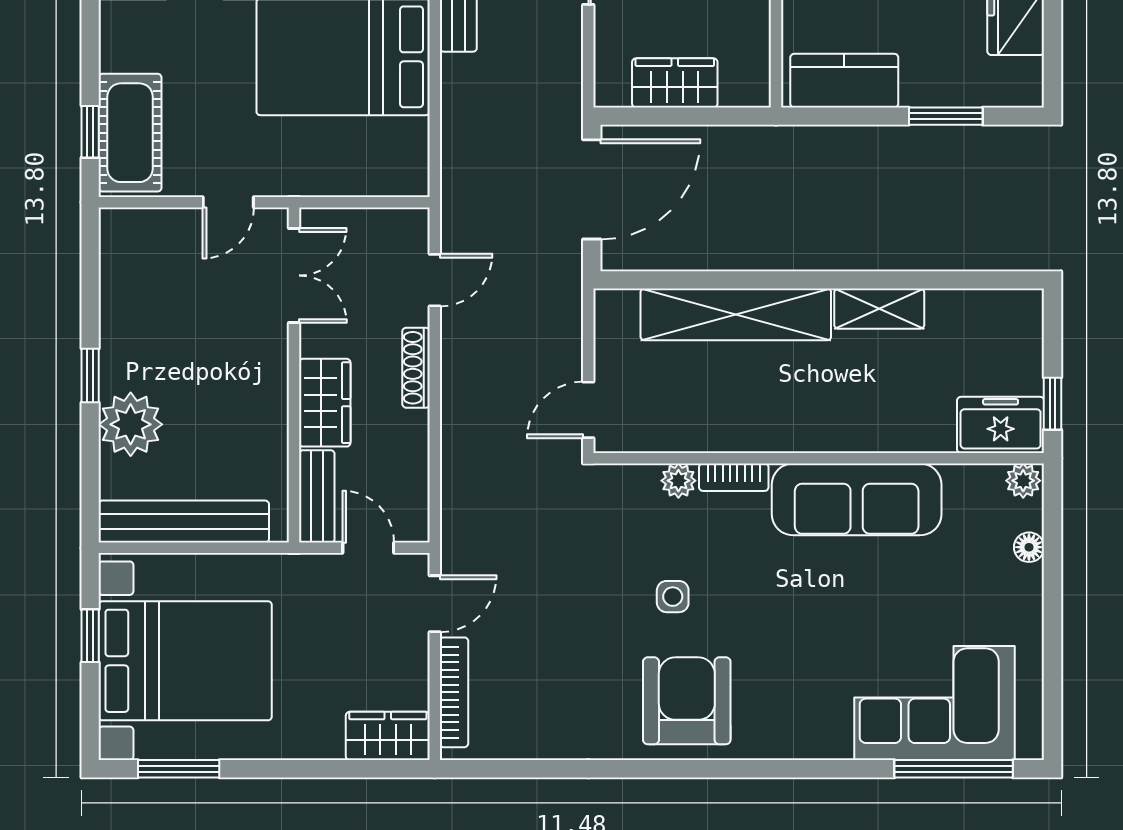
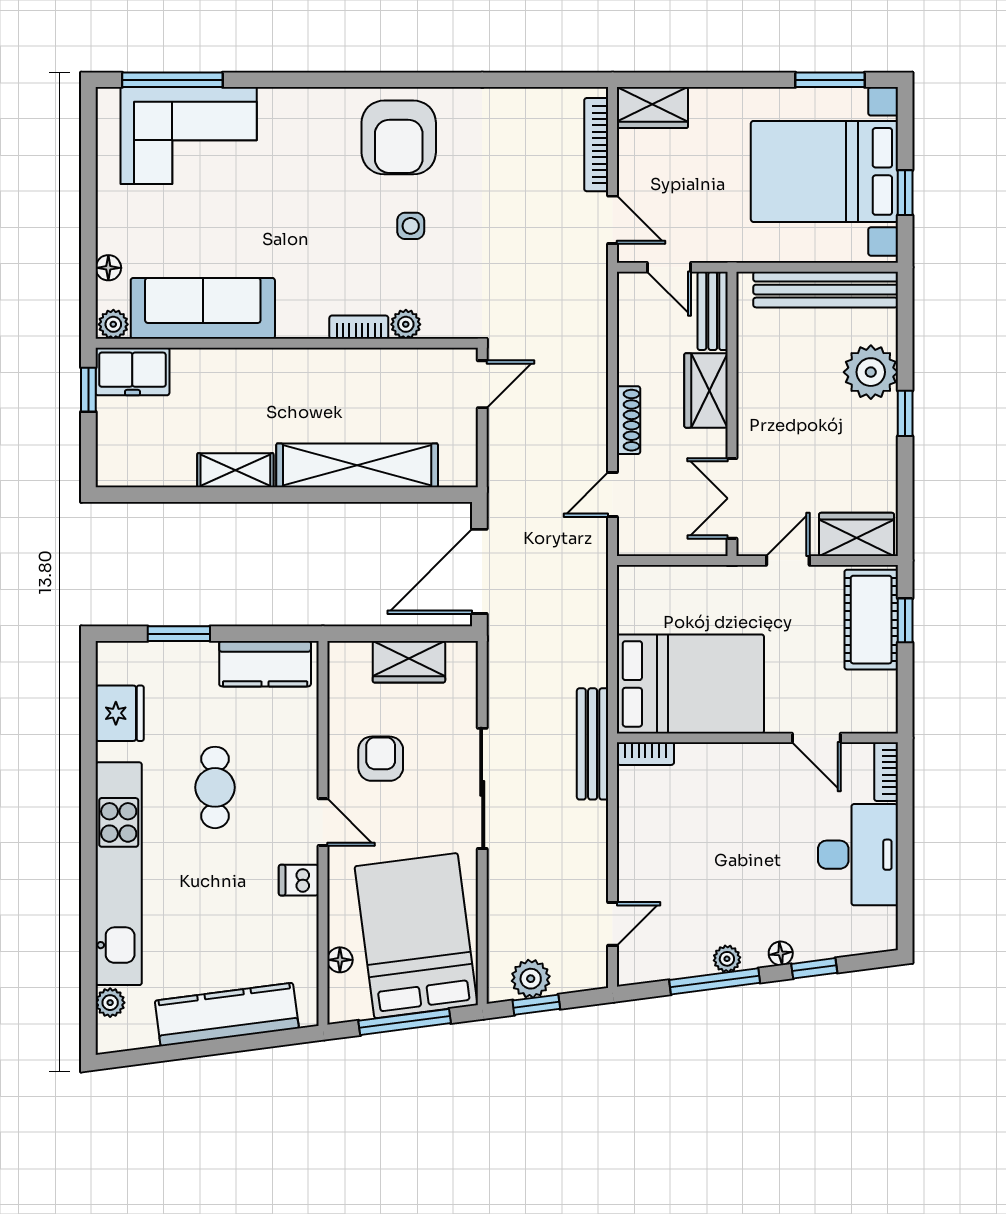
wardrobe: (147, 233) -> (857, 534), added
sofa: (857, 499) -> (203, 308), moved
door: (435, 604) -> (613, 220), swing flipped

